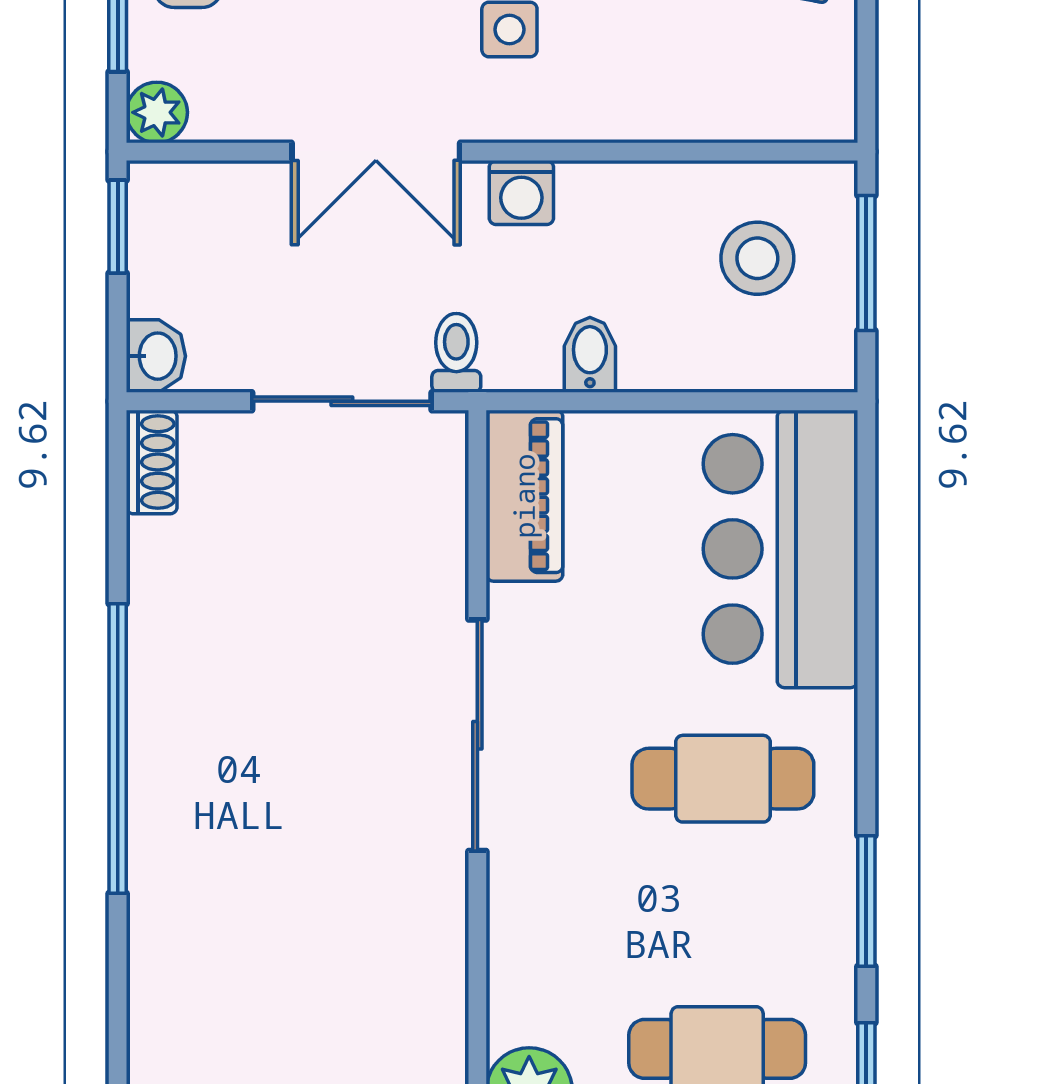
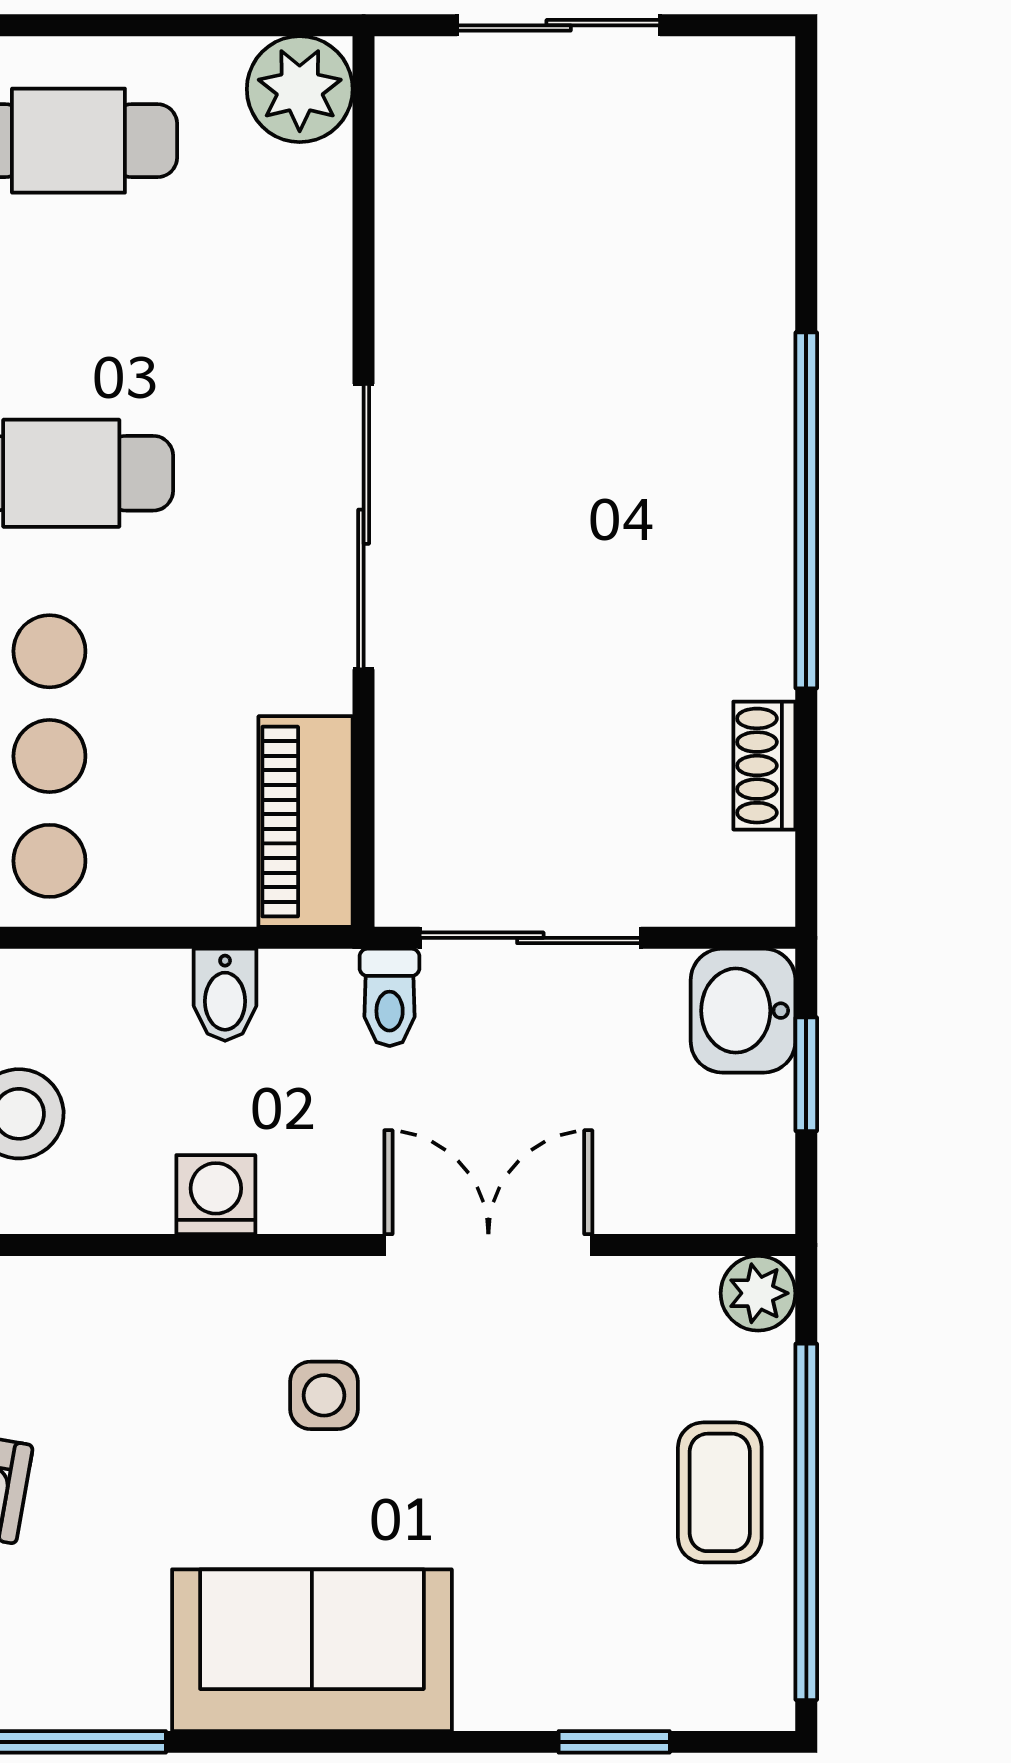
washing machine: (521, 193) -> (216, 1195), moved
window: (118, 227) -> (806, 1074), moved
washbasin: (156, 356) -> (743, 1011), width x1.38, depth x1.45
shoe rack: (152, 462) -> (764, 766), moved

